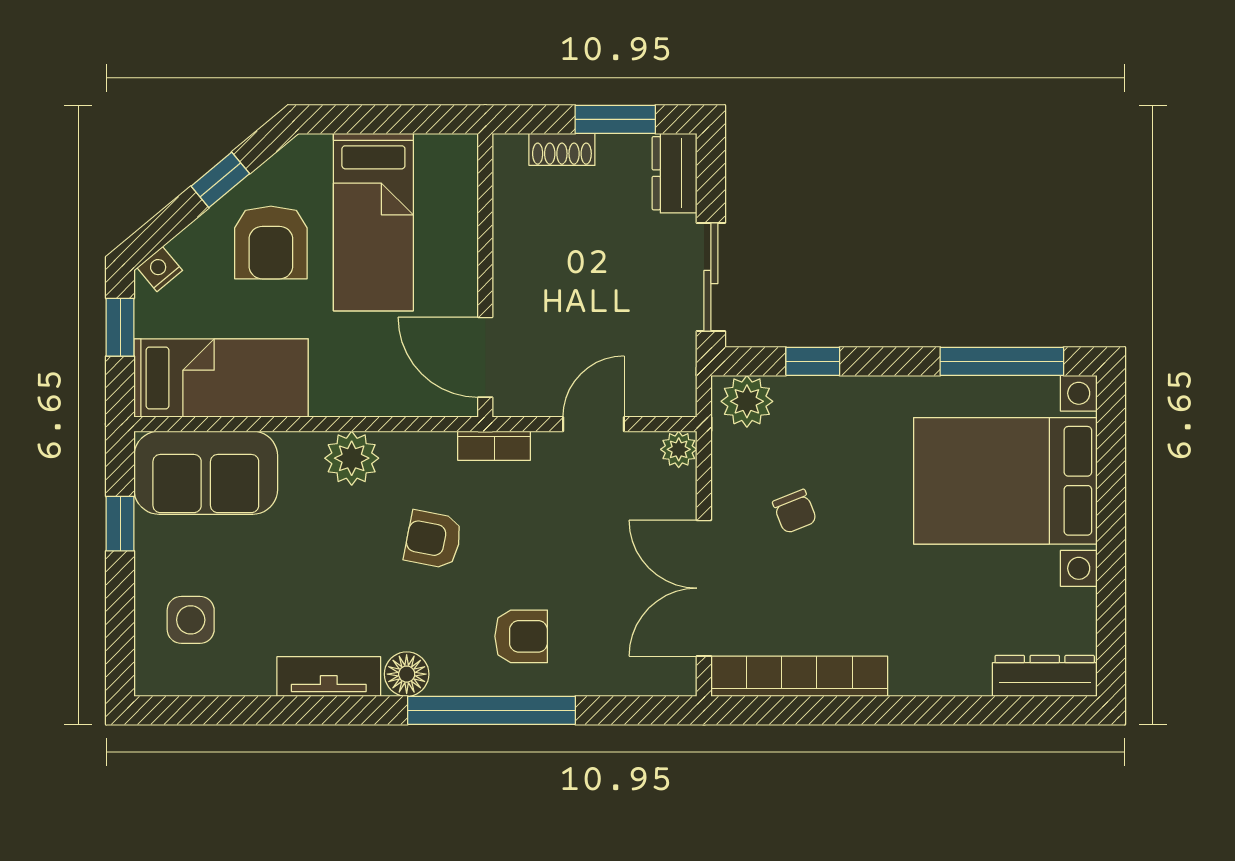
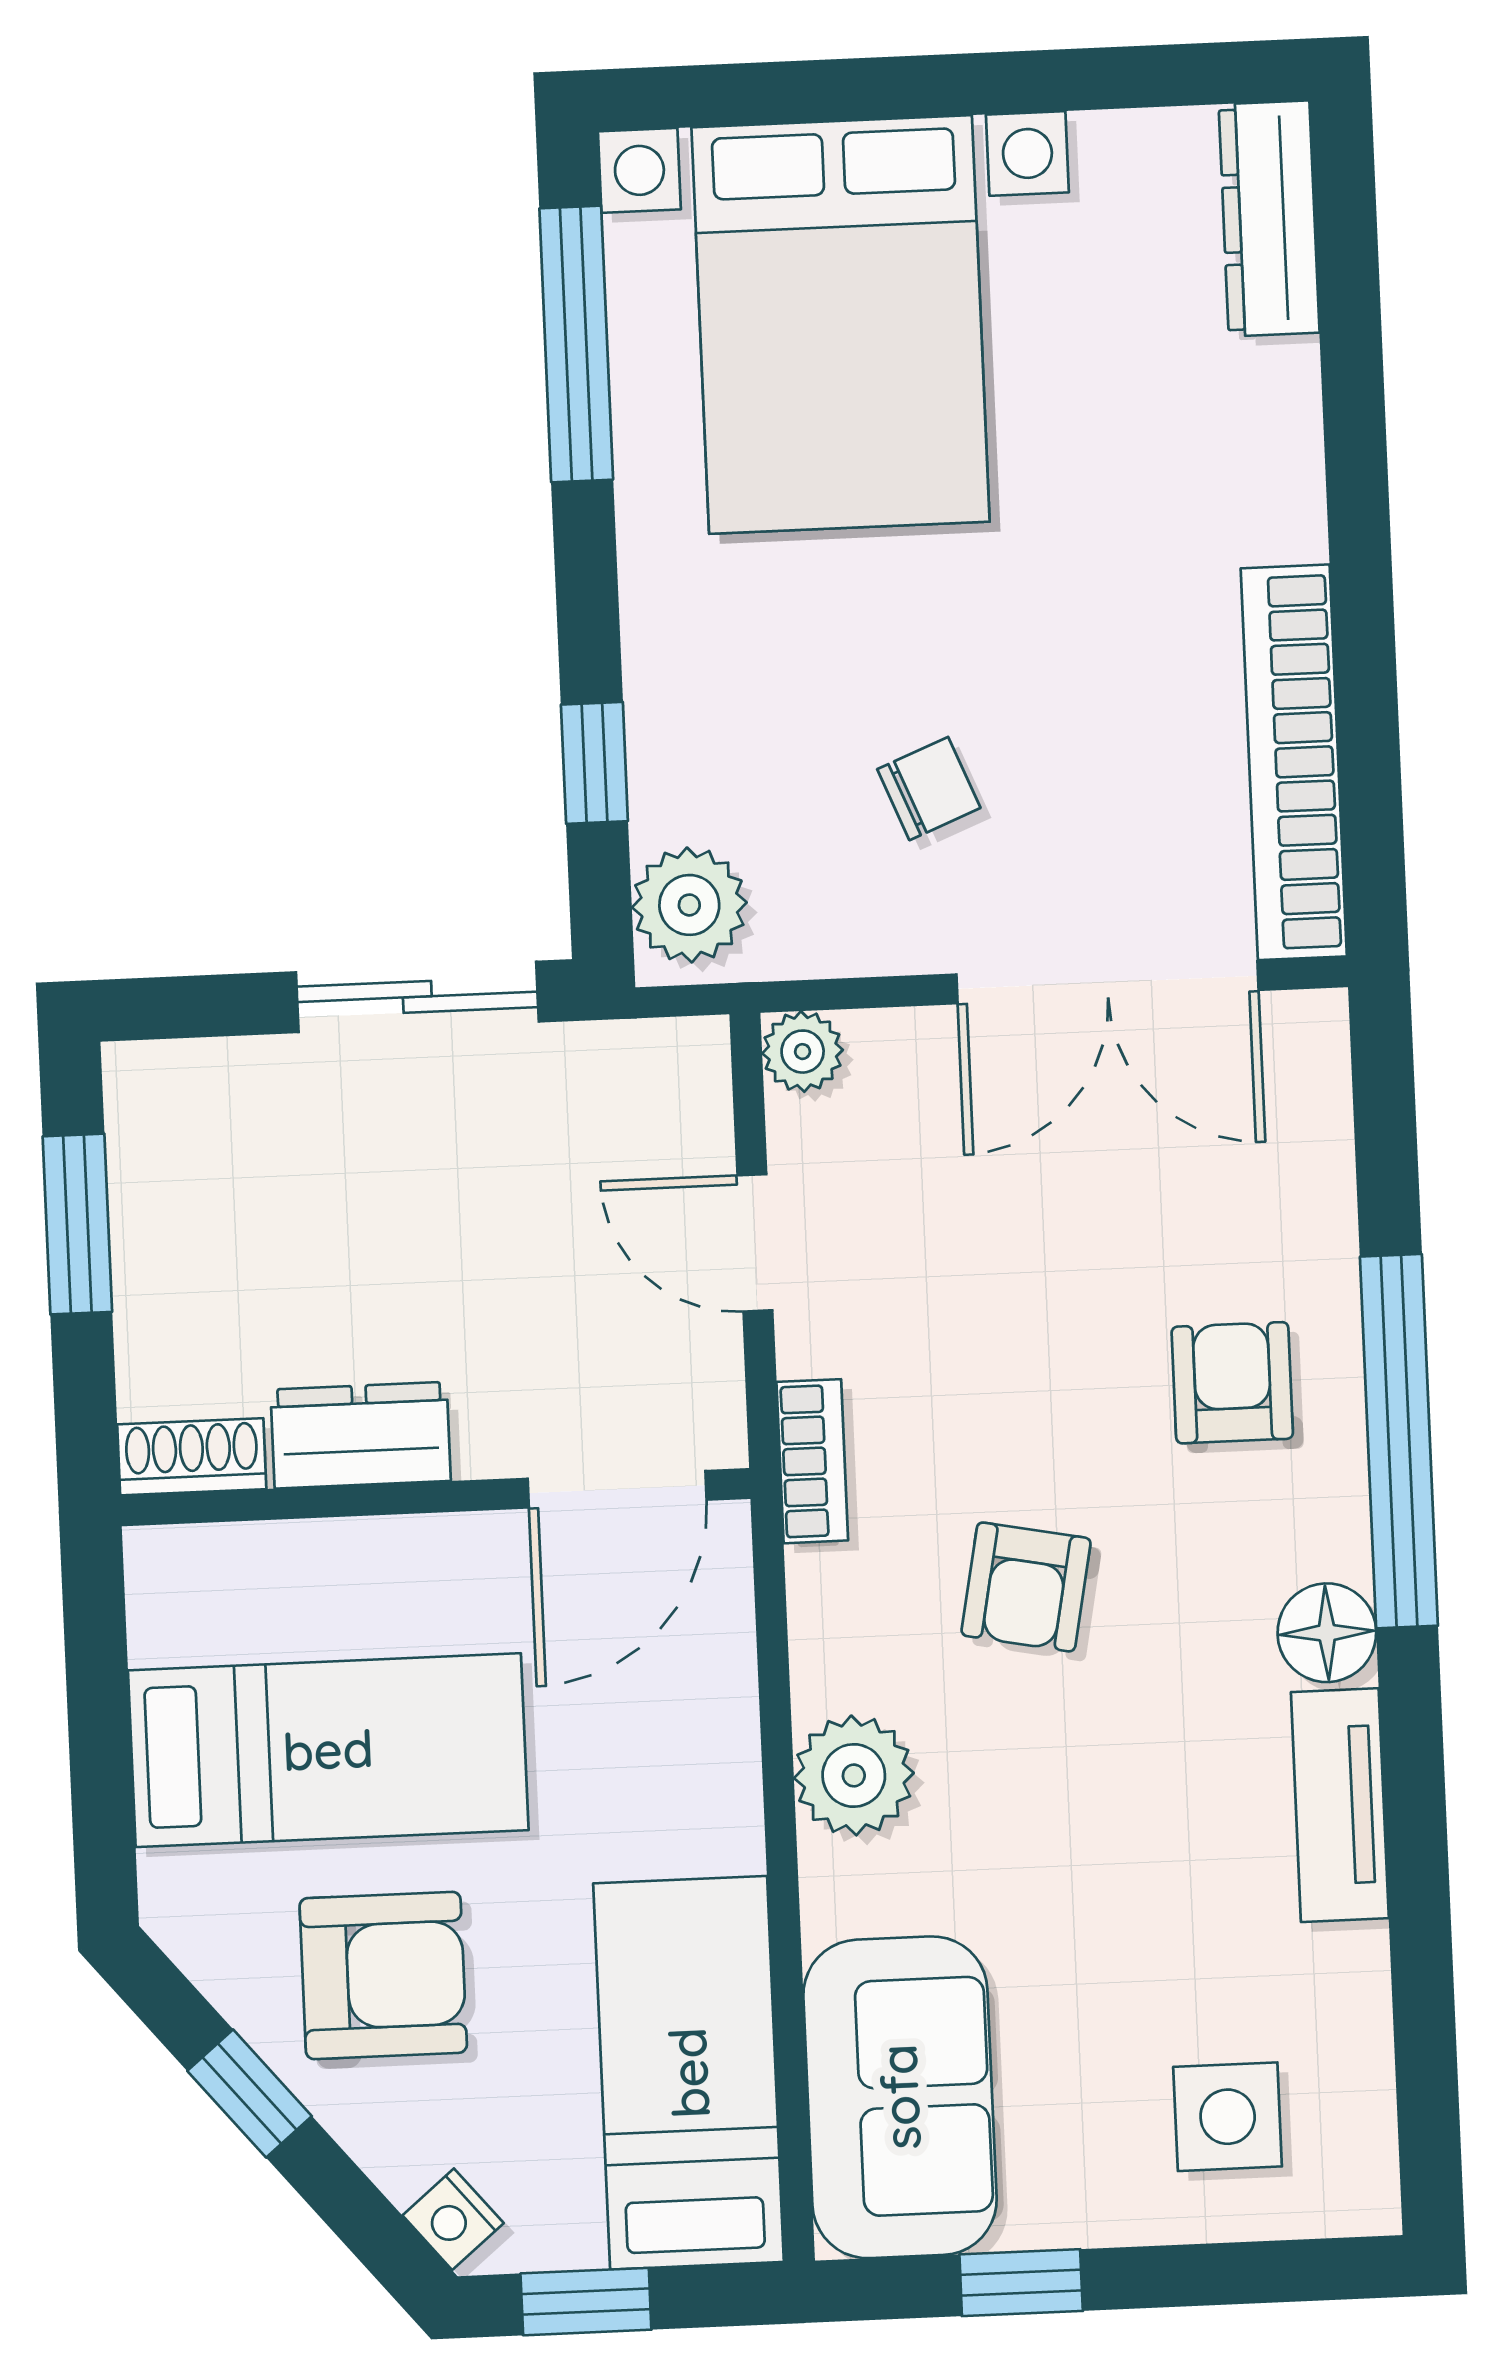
shoe rack: (562, 149) -> (192, 1457), moved, turned -90
dresser: (675, 173) -> (361, 1435), moved, turned 180

